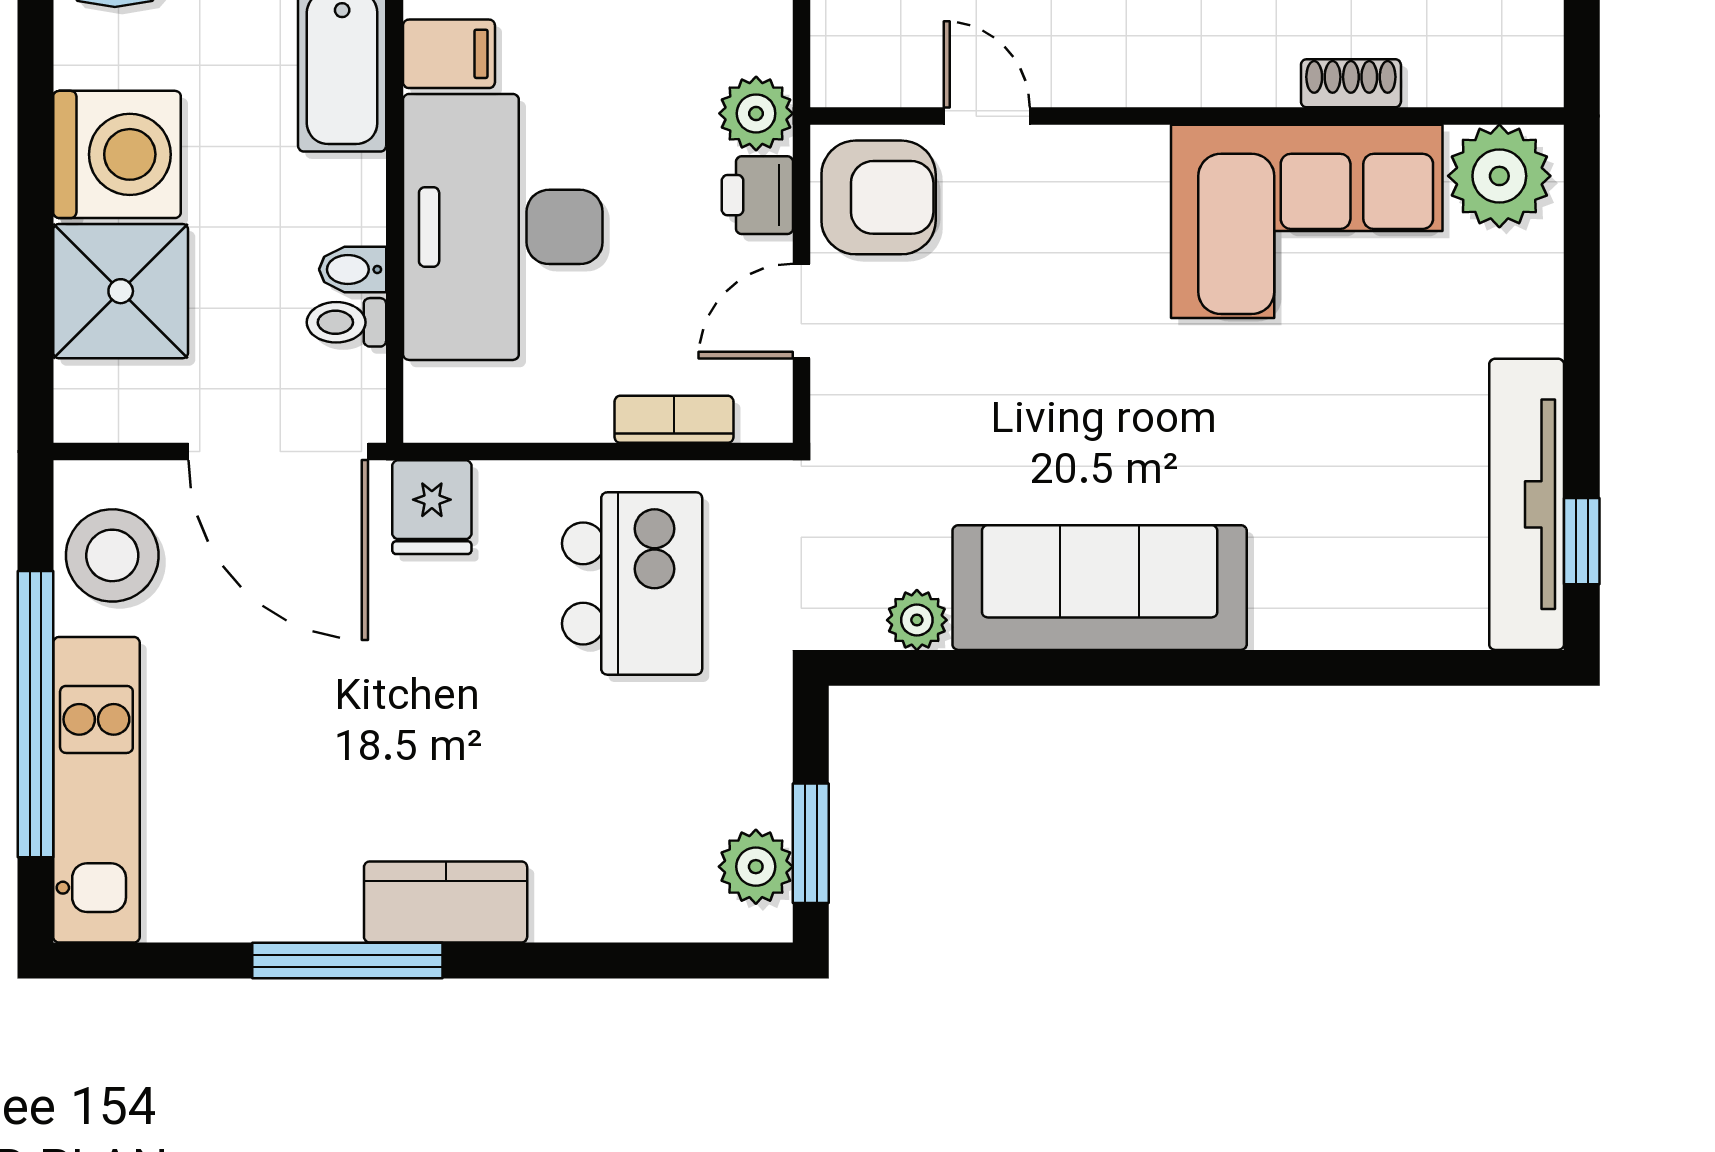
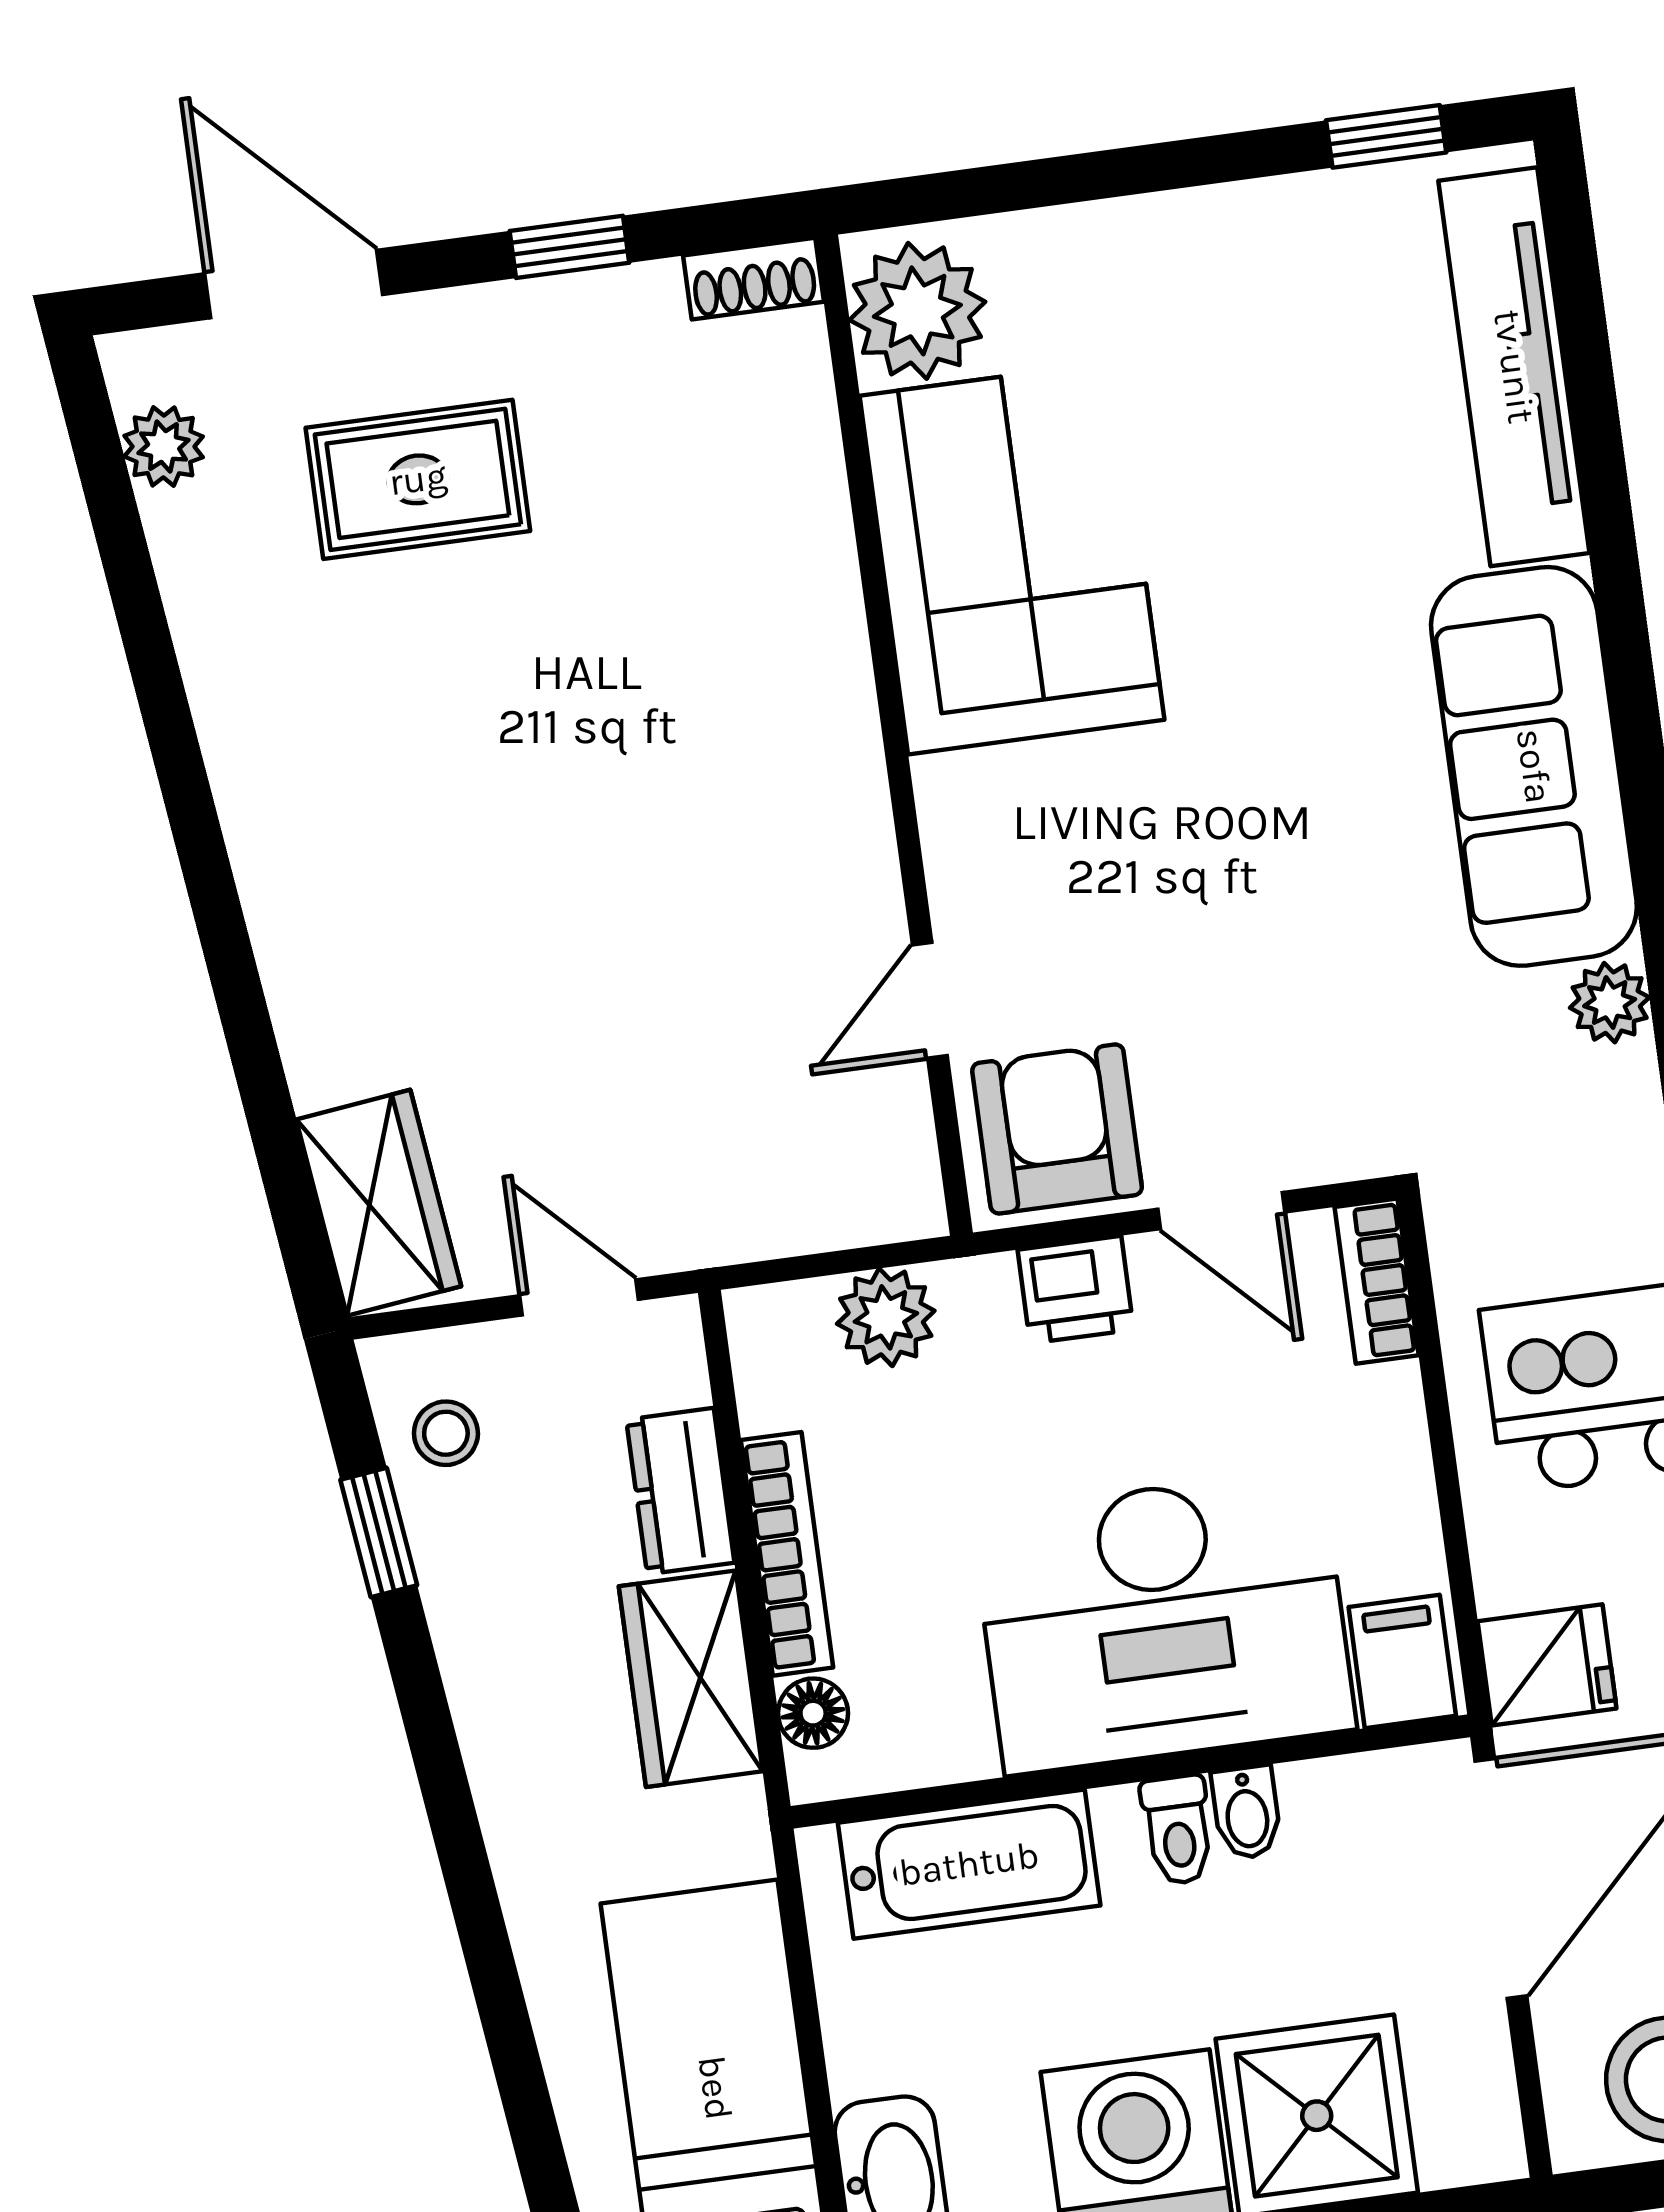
filing cabinet: (449, 54) -> (1402, 1661), moved
shoe rack: (1351, 83) -> (754, 279), moved, turned -90
plant: (756, 113) -> (886, 1317), moved
toilet: (346, 322) -> (1178, 1830), moved
bookcase: (674, 419) -> (1377, 1281), moved
tv unit: (1527, 504) -> (1514, 367), moved, turned 90

